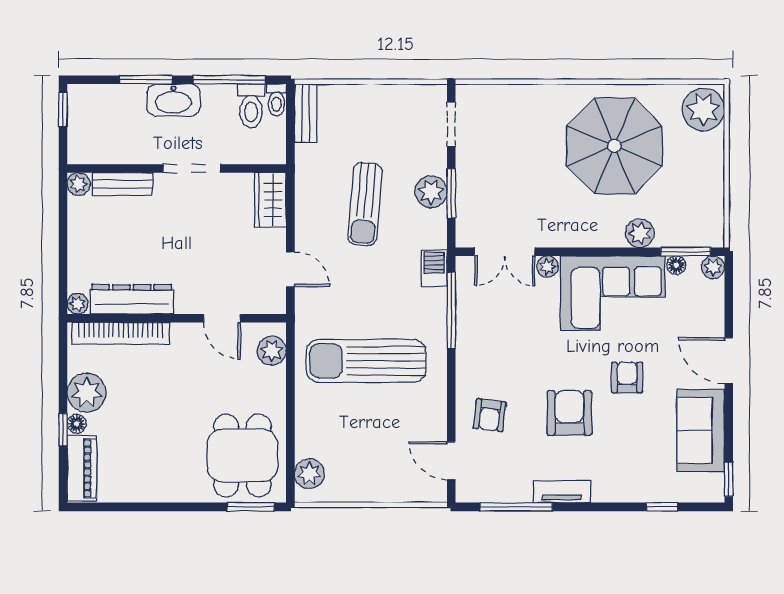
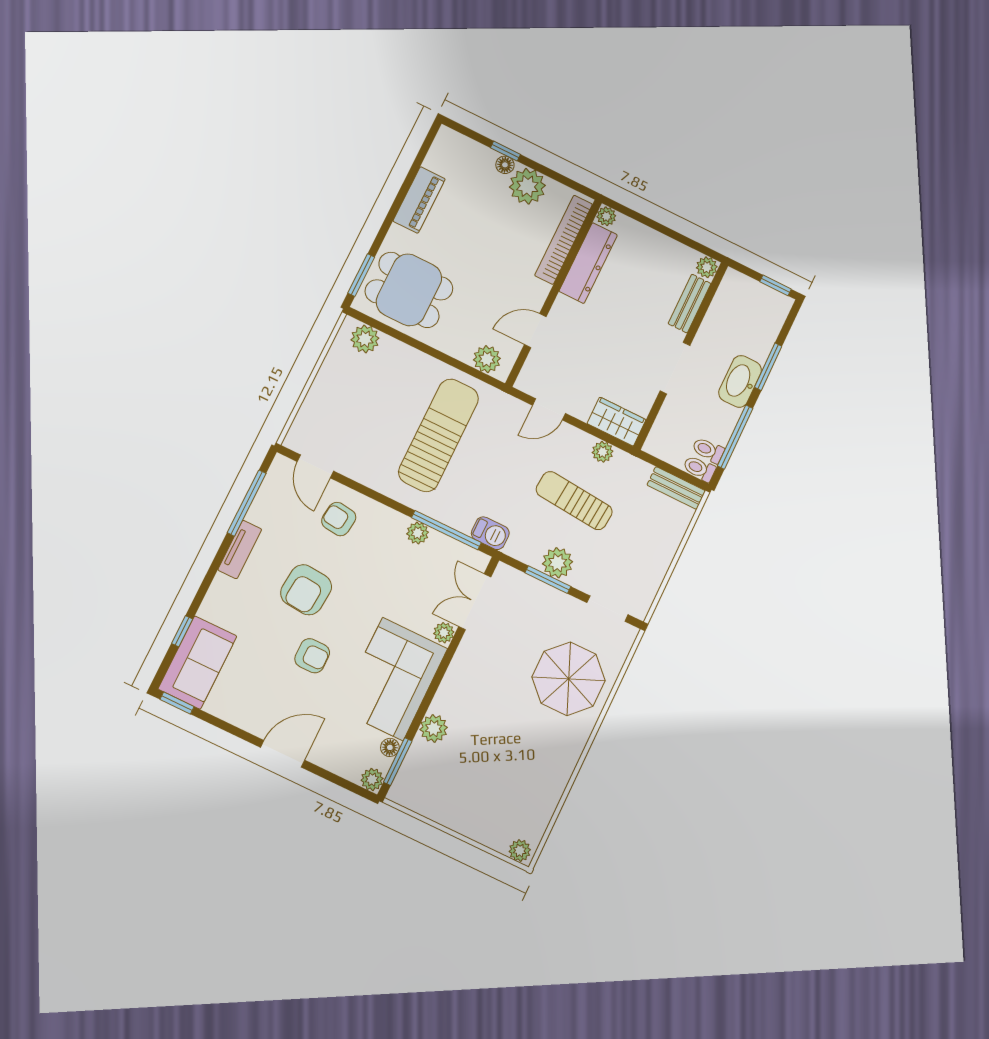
toilet: (251, 106) -> (708, 450), width x0.73, depth x0.72
plant: (703, 109) -> (520, 851), width x0.53, depth x0.53
parasol: (614, 146) -> (569, 679), moved, width x0.73, depth x0.73
plant: (306, 199) -> (603, 452), added
plant: (467, 336) -> (418, 533), added
armchair: (569, 413) -> (306, 590), turned 95
sofa: (701, 430) -> (197, 663), moved, turned 90
door: (451, 461) -> (315, 466), swing flipped
piano: (82, 468) -> (419, 200), moved, turned -90

